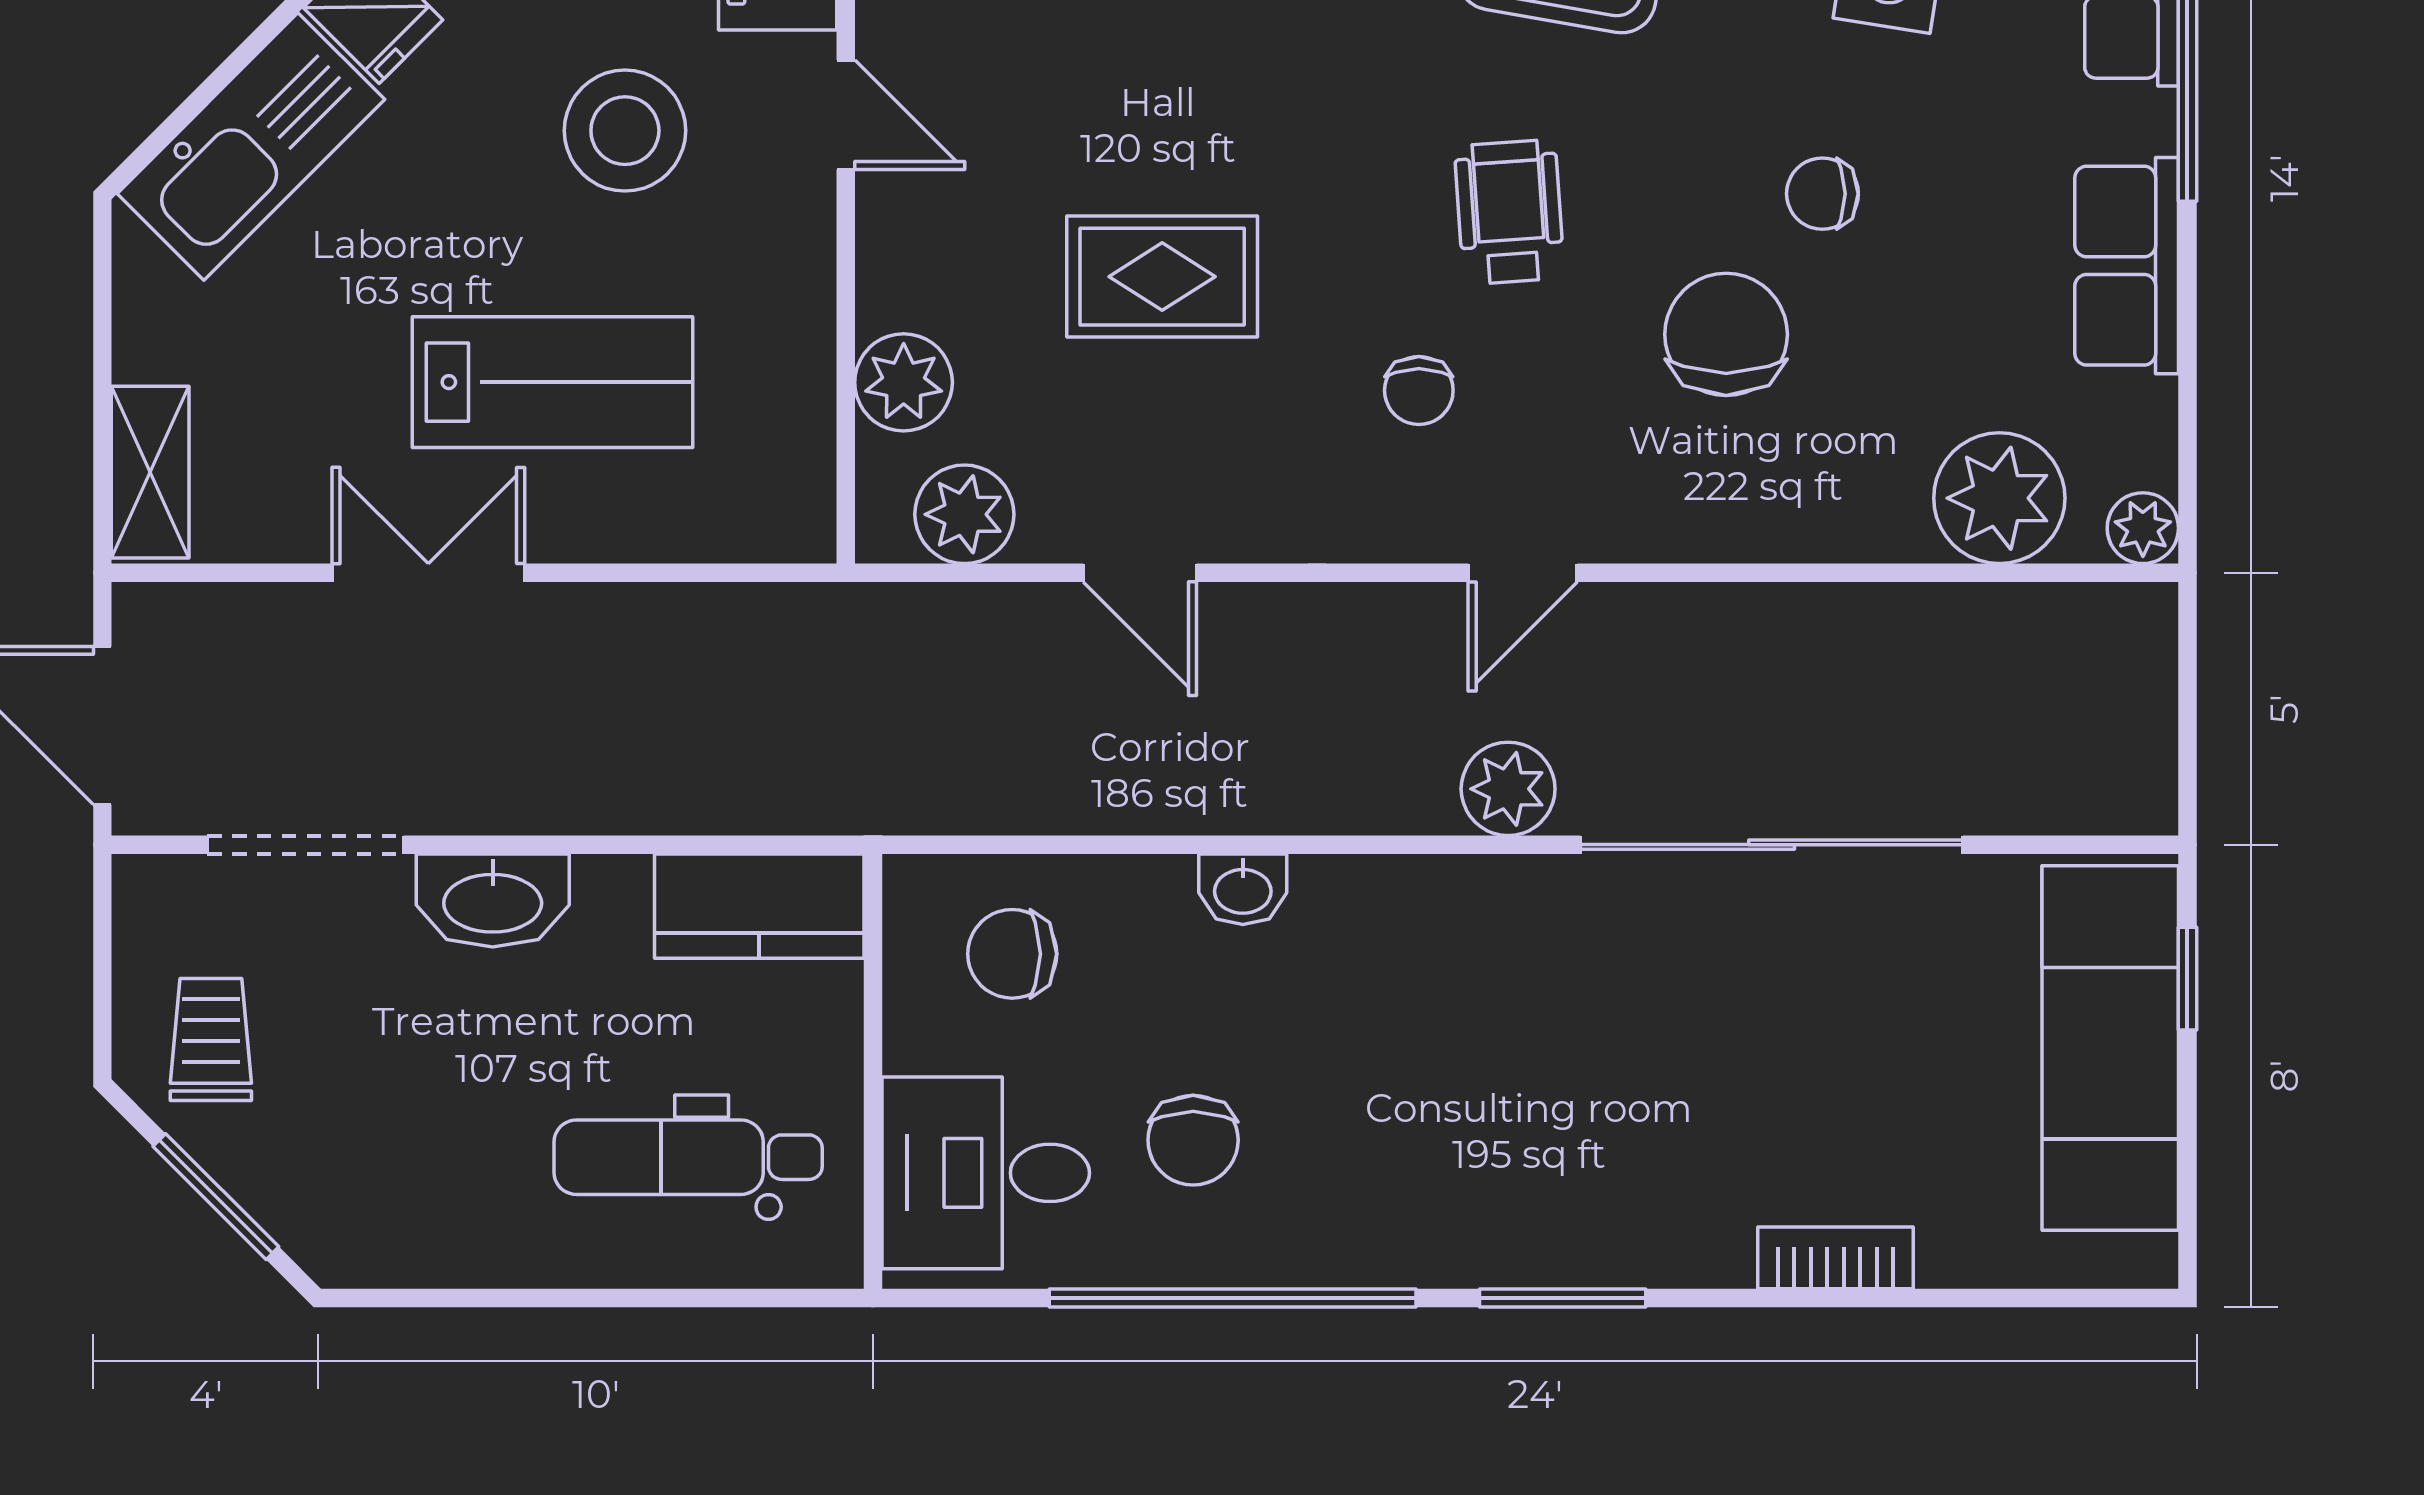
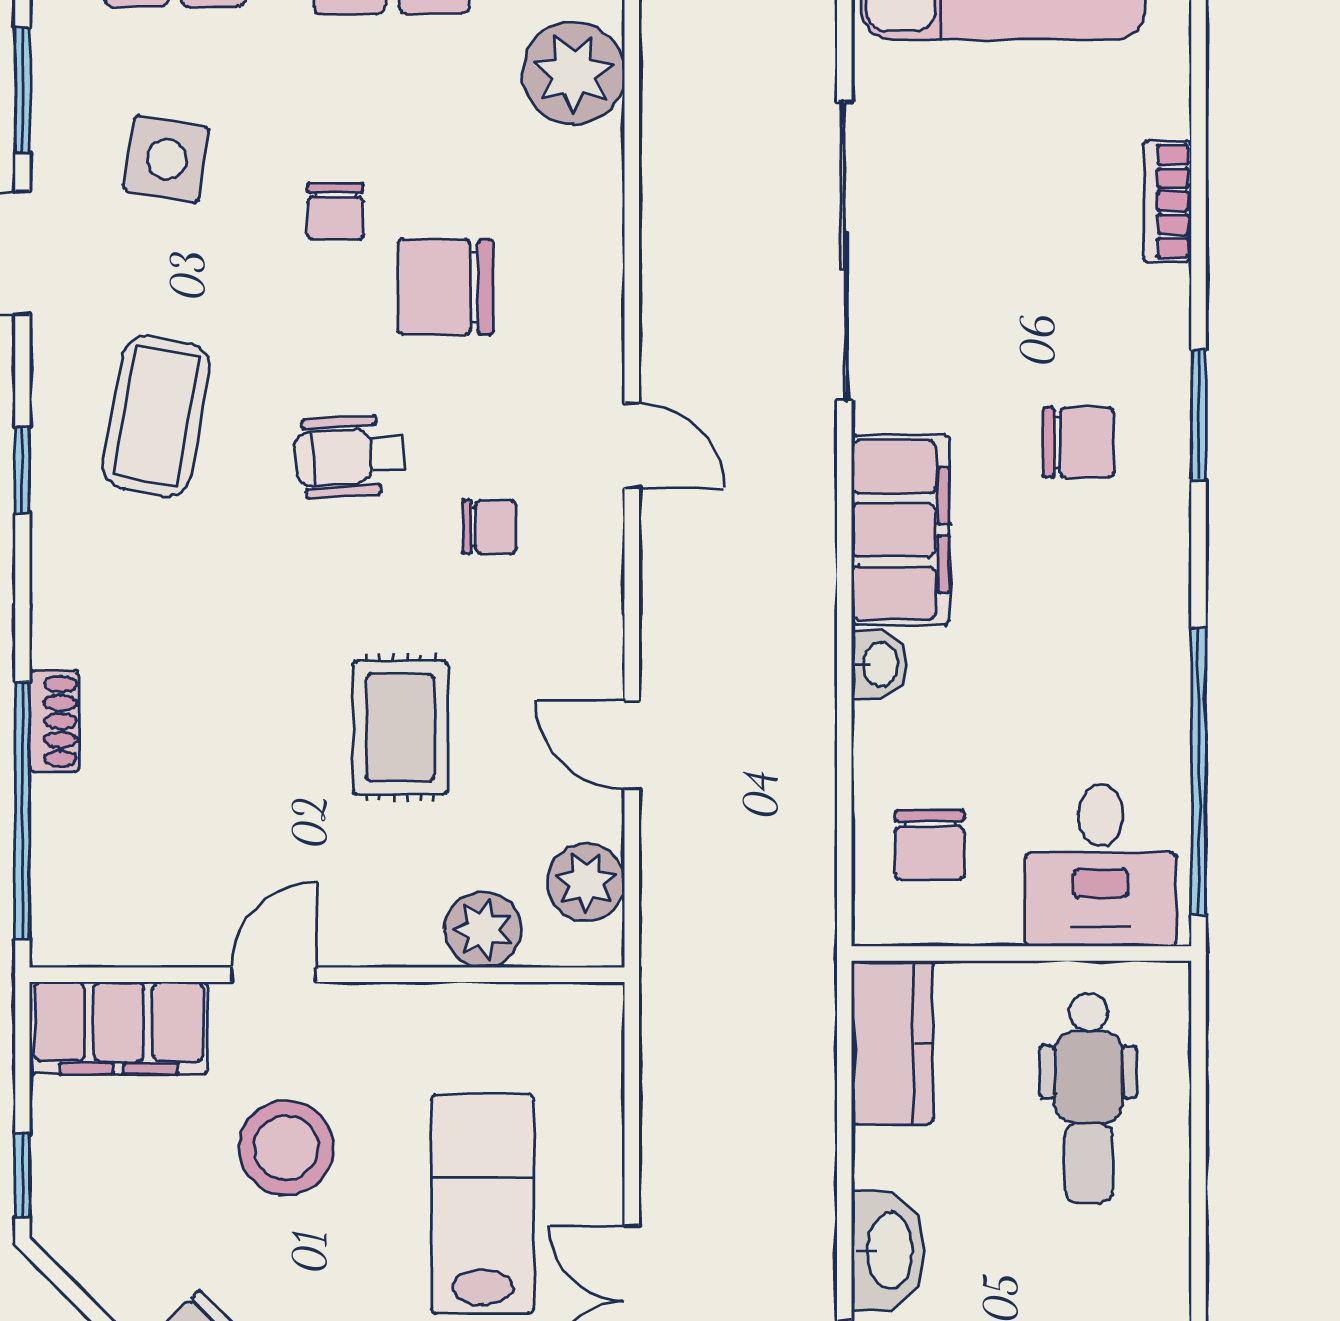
door: (1140, 573) -> (632, 745), swing flipped
plant: (1508, 789) -> (801, 457), removed
filing cabinet: (1415, 917) -> (900, 530), added
chair: (1193, 1140) -> (1078, 443), moved
window: (1233, 1298) -> (1199, 772), moved

